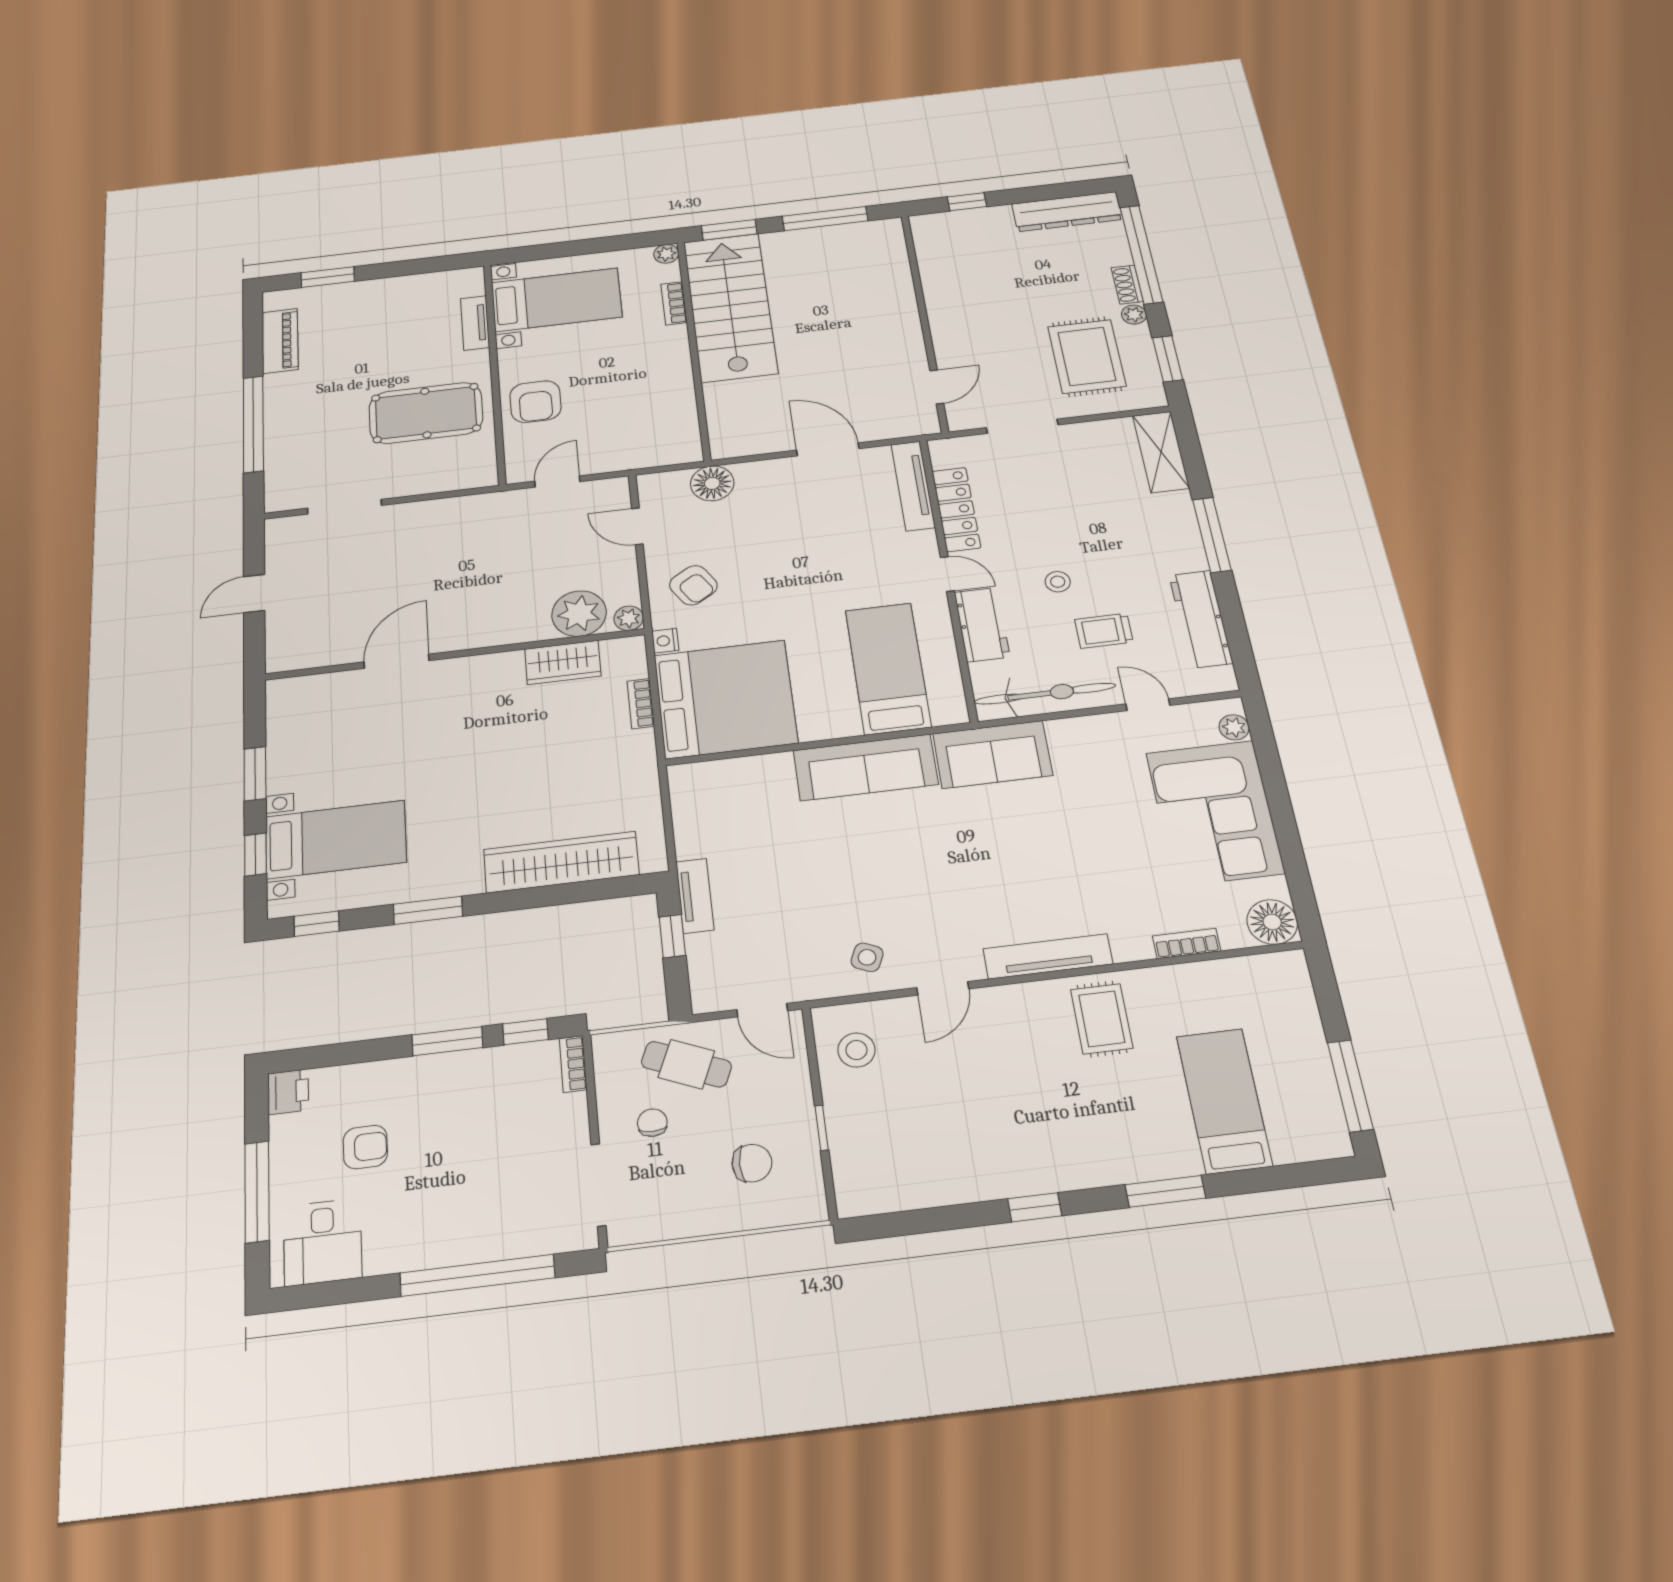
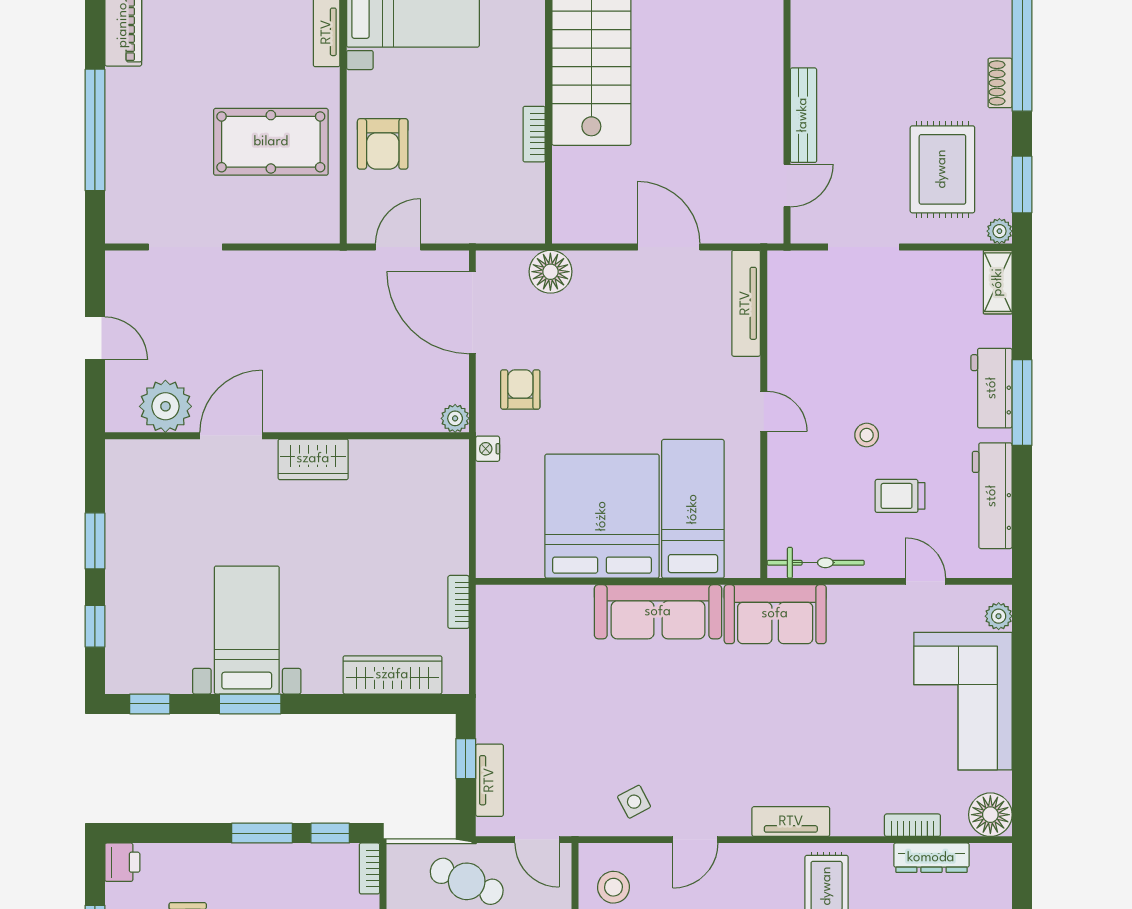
bookcase: (674, 303) -> (534, 134), moved
plant: (1134, 315) -> (999, 231), moved
bench: (943, 331) -> (803, 115), added
shelving: (1161, 452) -> (998, 282), width x0.67, depth x0.75
locker: (956, 509) -> (784, 337), removed
door: (637, 526) -> (472, 313), width x1.88
armchair: (693, 585) -> (520, 389), turned -148
door: (254, 594) -> (95, 338), swing flipped
plant: (579, 614) -> (165, 406), moved
workbench: (982, 625) -> (992, 388), moved, turned 180
wardrobe: (563, 662) -> (313, 459), moved
bicycle: (1045, 694) -> (816, 563), width x0.73, depth x0.71
bed: (725, 699) -> (602, 516), moved, turned -90
bookcase: (641, 704) -> (459, 602), moved
bed with nightstands: (336, 839) -> (247, 630), moved, turned -90
wardrobe: (561, 862) -> (392, 675), width x0.71, depth x0.85
tv unit: (695, 896) -> (490, 780), moved
tv unit: (1048, 956) -> (791, 822), width x0.71
side table: (867, 957) -> (634, 802), turned 38
dresser: (1216, 975) -> (931, 858), added

